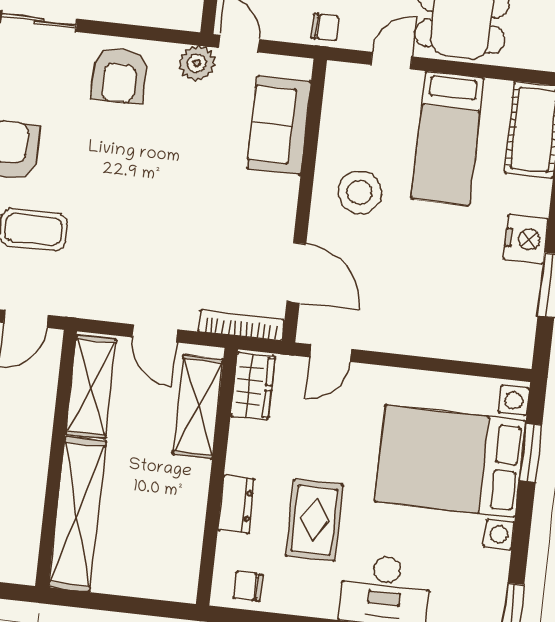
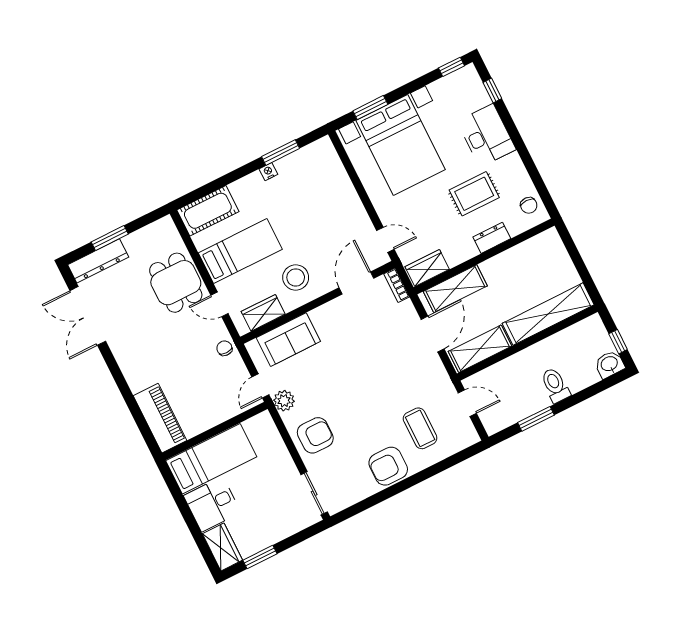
wardrobe: (340, 114) -> (263, 313), added
nightstand: (526, 239) -> (268, 172), width x0.53, depth x0.56
bookcase: (241, 325) -> (397, 285), width x0.64
door: (155, 333) -> (433, 334), width x1.38

